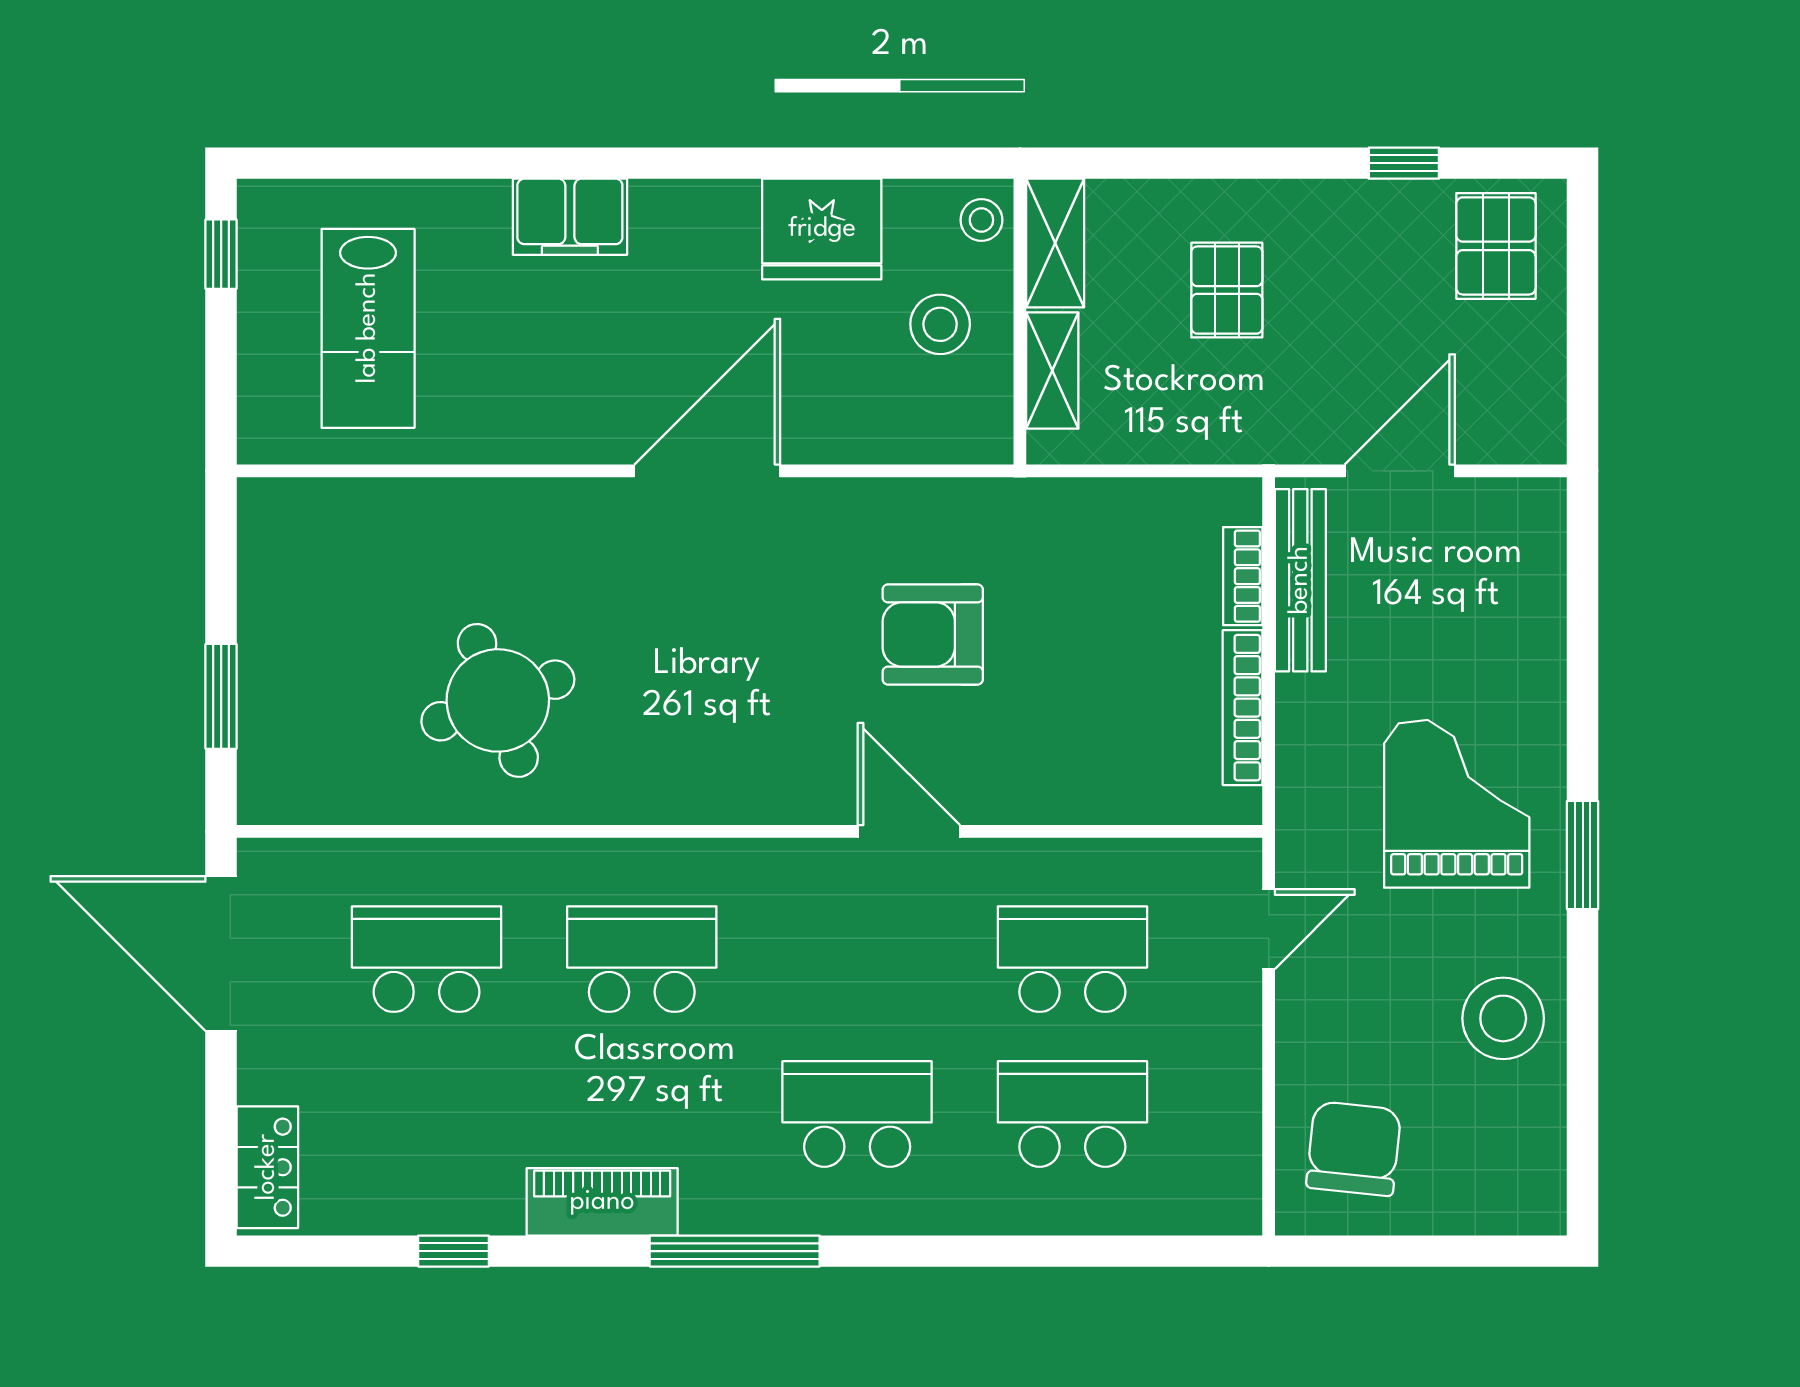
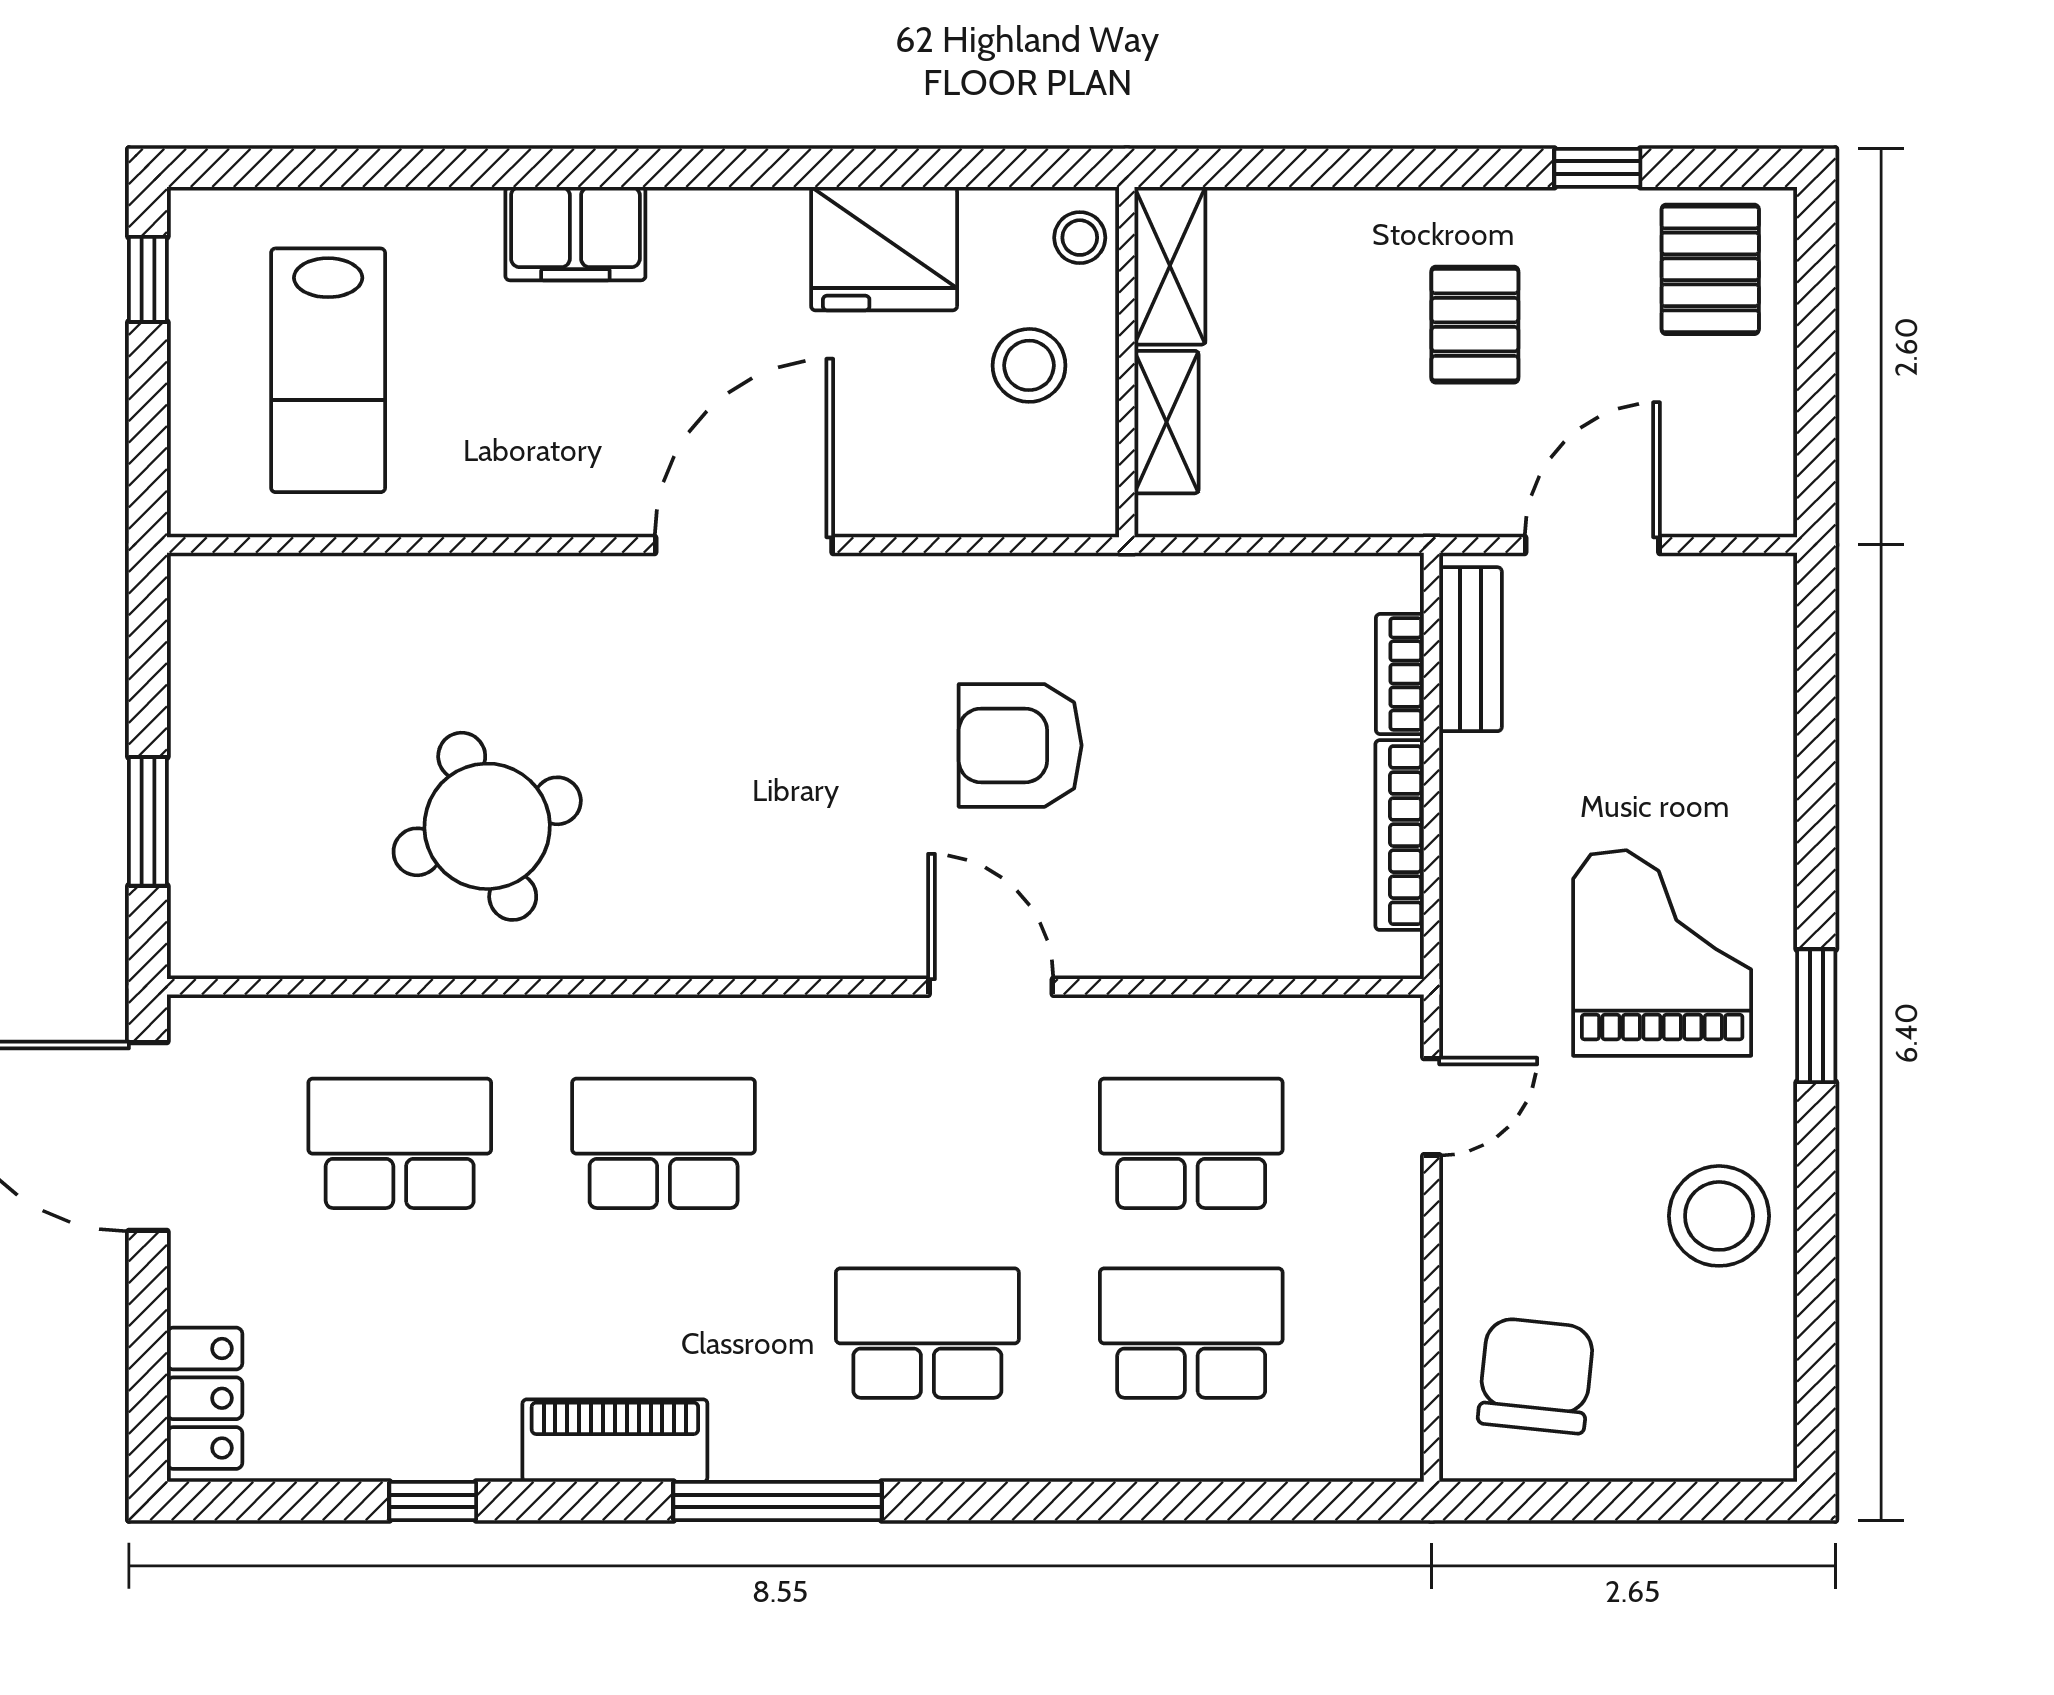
pallet: (1227, 290) -> (1475, 325), moved
bench: (1300, 580) -> (1470, 649), width x0.73

